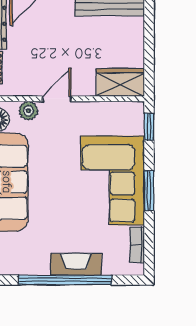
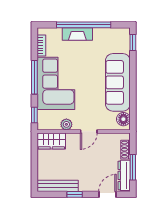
plant: (28, 111) -> (66, 124), moved
window: (149, 191) -> (34, 77), width x1.44

